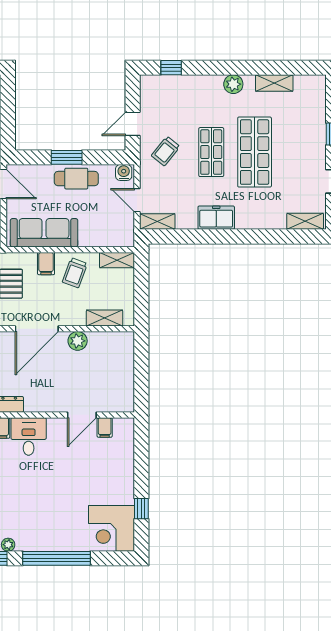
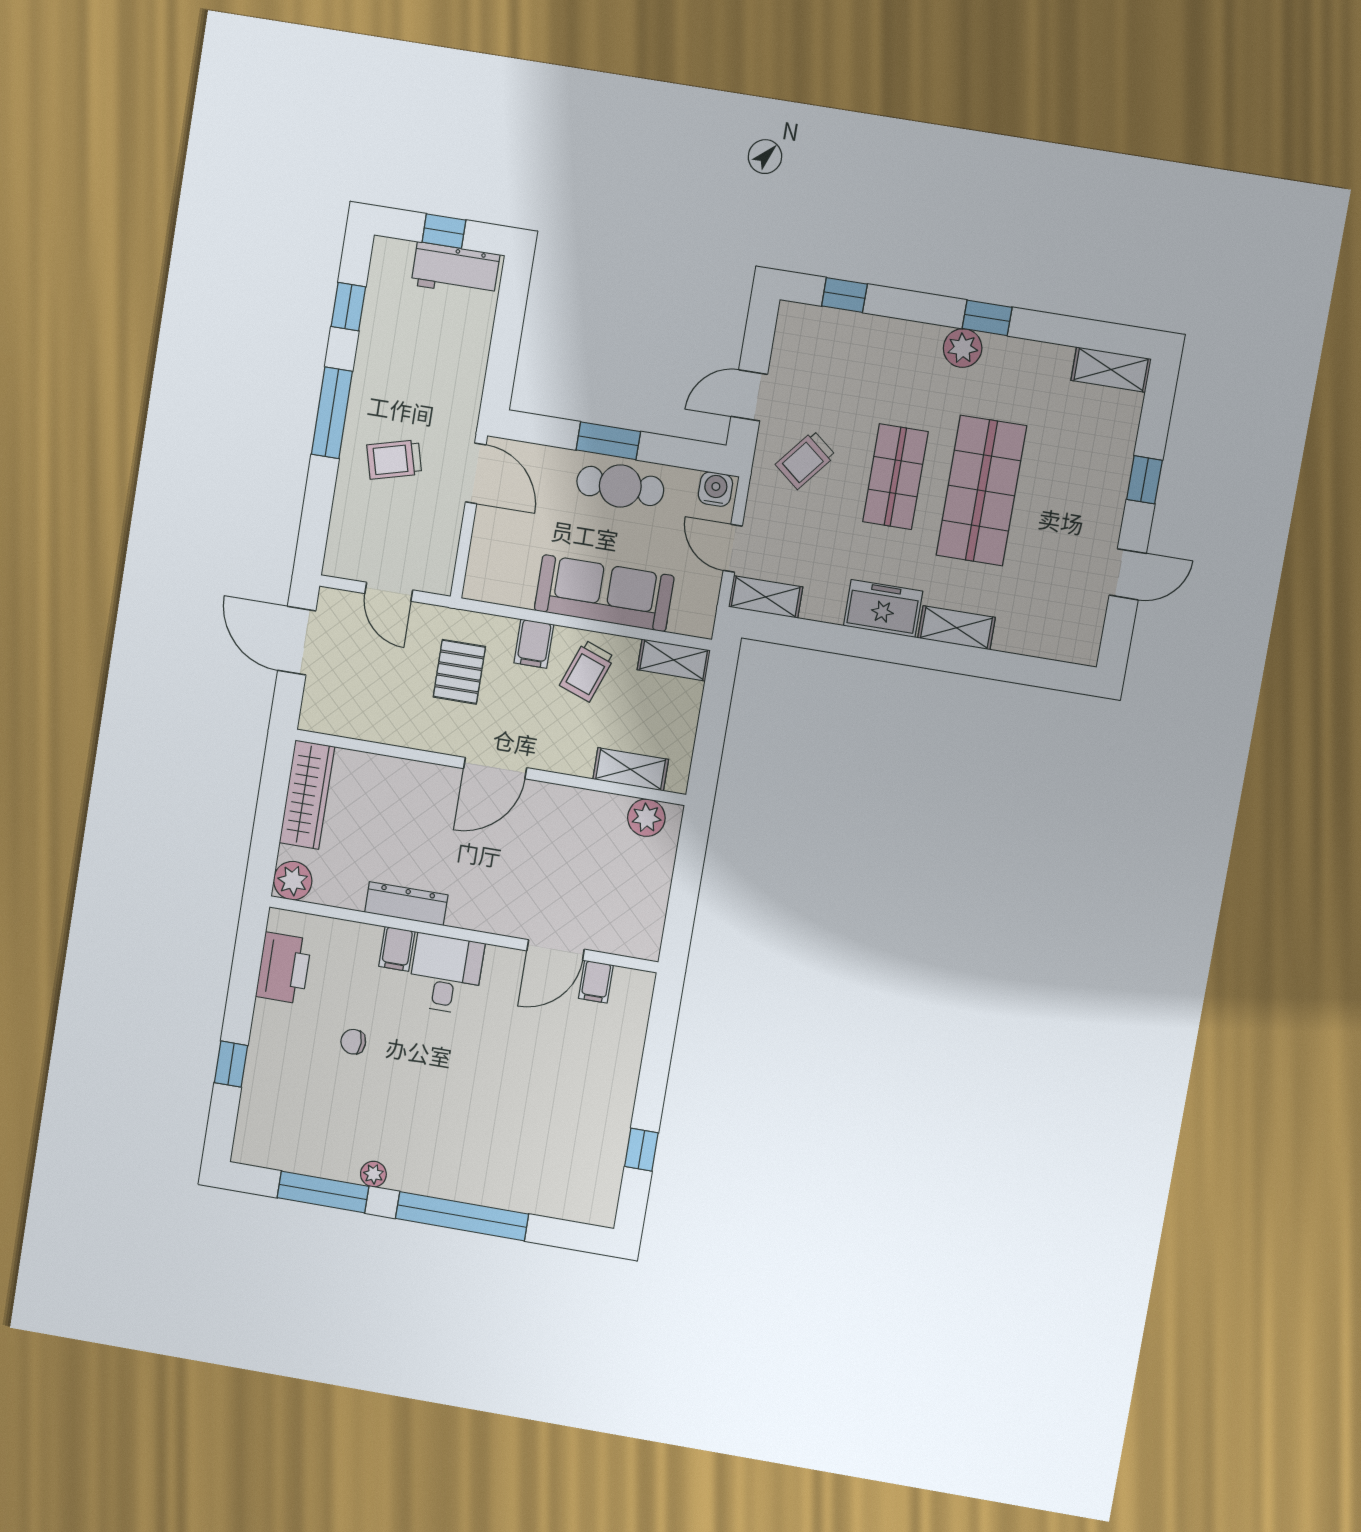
window: (243, 68) -> (987, 318), added
shelving: (274, 83) -> (1111, 370), moved
shelving: (305, 221) -> (956, 628), moved
sofa: (44, 233) -> (604, 593), moved
door: (37, 329) -> (495, 768), width x0.73
plant: (78, 341) -> (646, 818), moved
corner desk: (111, 528) -> (577, 1177), removed

